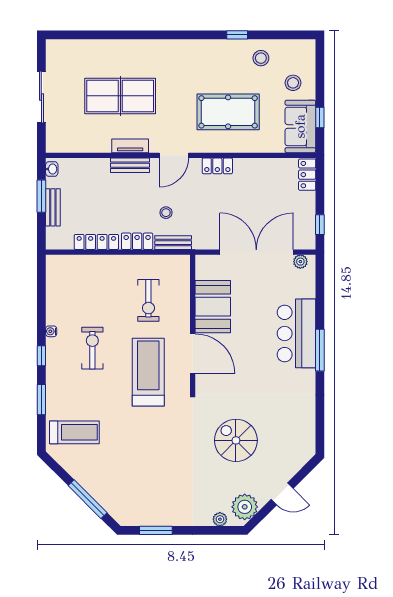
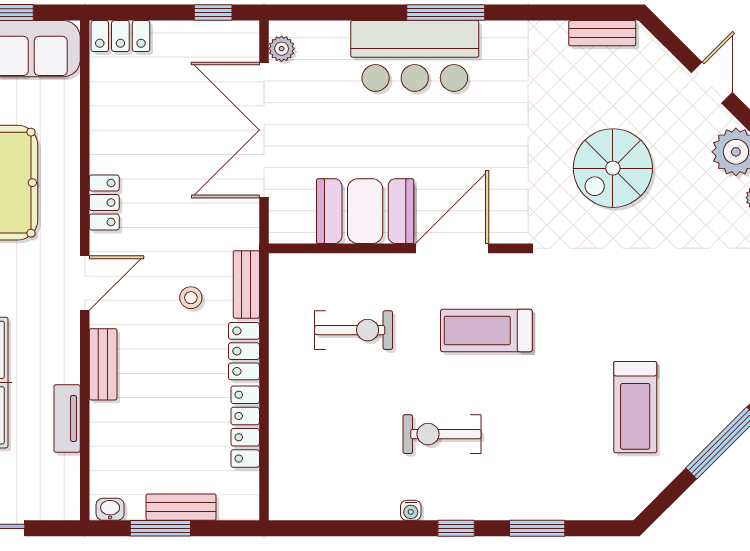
tv unit: (130, 146) -> (67, 418), moved
door: (174, 155) -> (85, 283), hinge flipped
treadmill: (148, 372) -> (486, 331), width x0.73, depth x0.73
treadmill: (74, 432) -> (635, 407), moved, turned 180
bench: (309, 435) -> (602, 33), added

